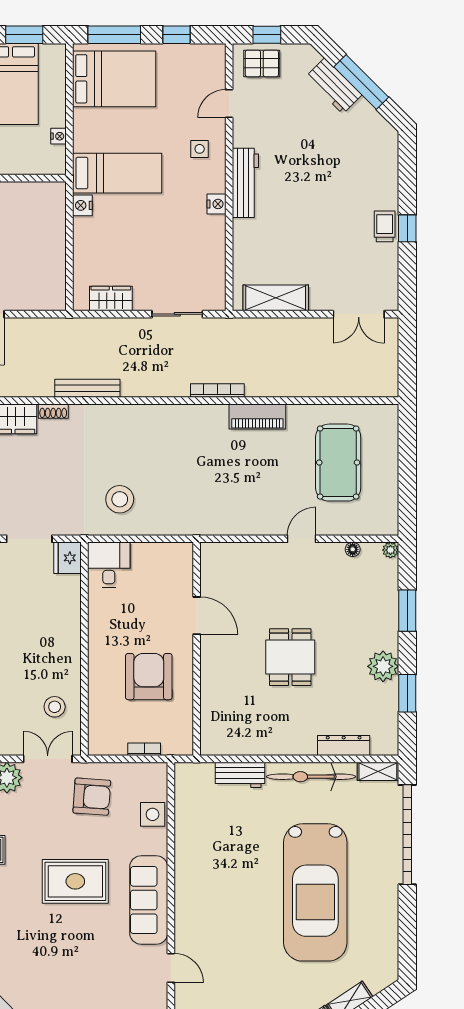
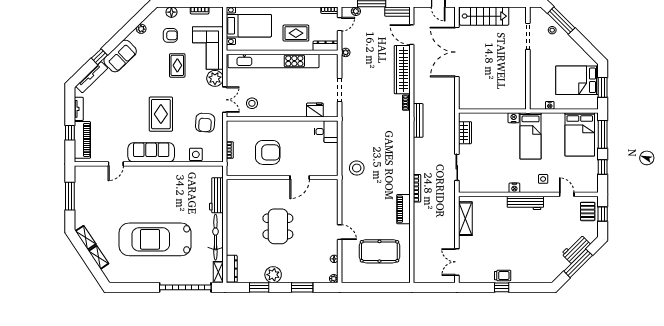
stool: (120, 499) -> (357, 168), moved
fridge: (68, 558) -> (315, 110), moved
dining table: (290, 657) -> (278, 226), width x1.38
dresser: (344, 746) -> (232, 269), moved
workbench: (240, 775) -> (216, 195), width x1.38

